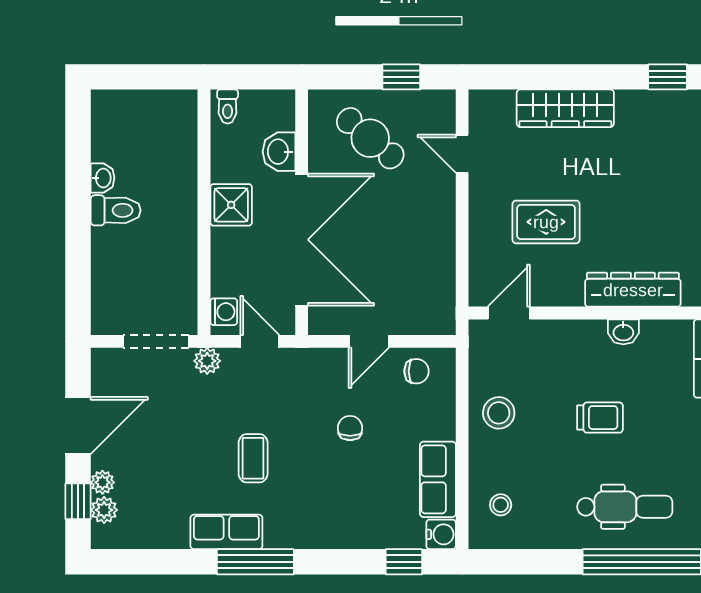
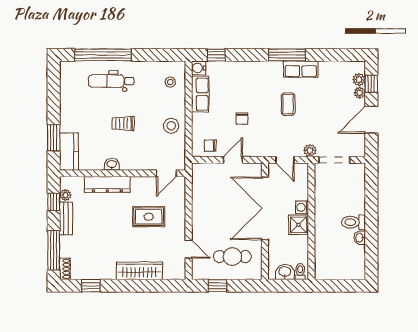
cafe table: (370, 138) -> (232, 257), turned -40
washbasin: (279, 152) -> (285, 272), moved, turned -90
washing machine: (224, 312) -> (302, 207), moved

